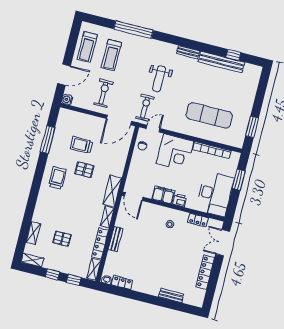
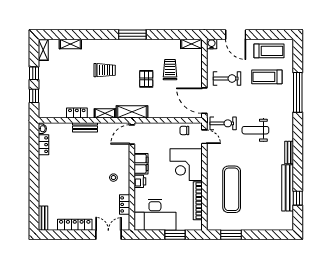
treadmill: (87, 47) -> (269, 51), turned 180
window: (48, 140) -> (132, 35), moved
trolley: (58, 178) -> (105, 70), moved
pallet: (62, 239) -> (72, 74), removed
locker: (100, 243) -> (77, 113), width x0.66
shelving: (94, 269) -> (191, 44), moved
bench: (171, 295) -> (43, 218), moved

